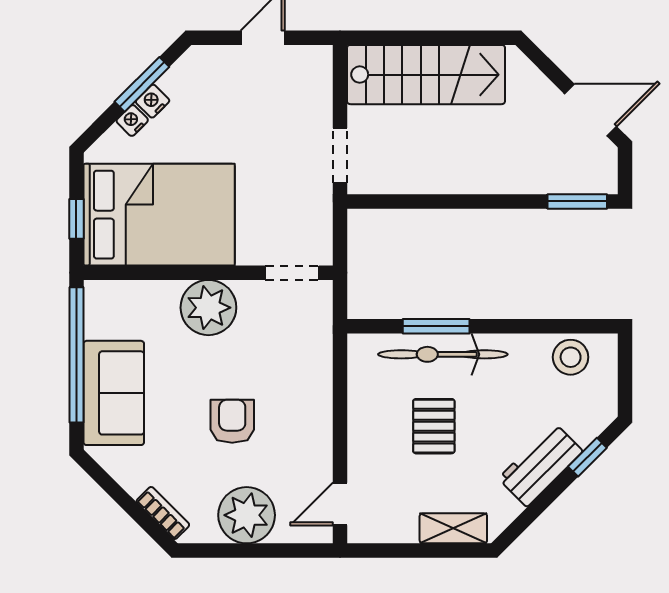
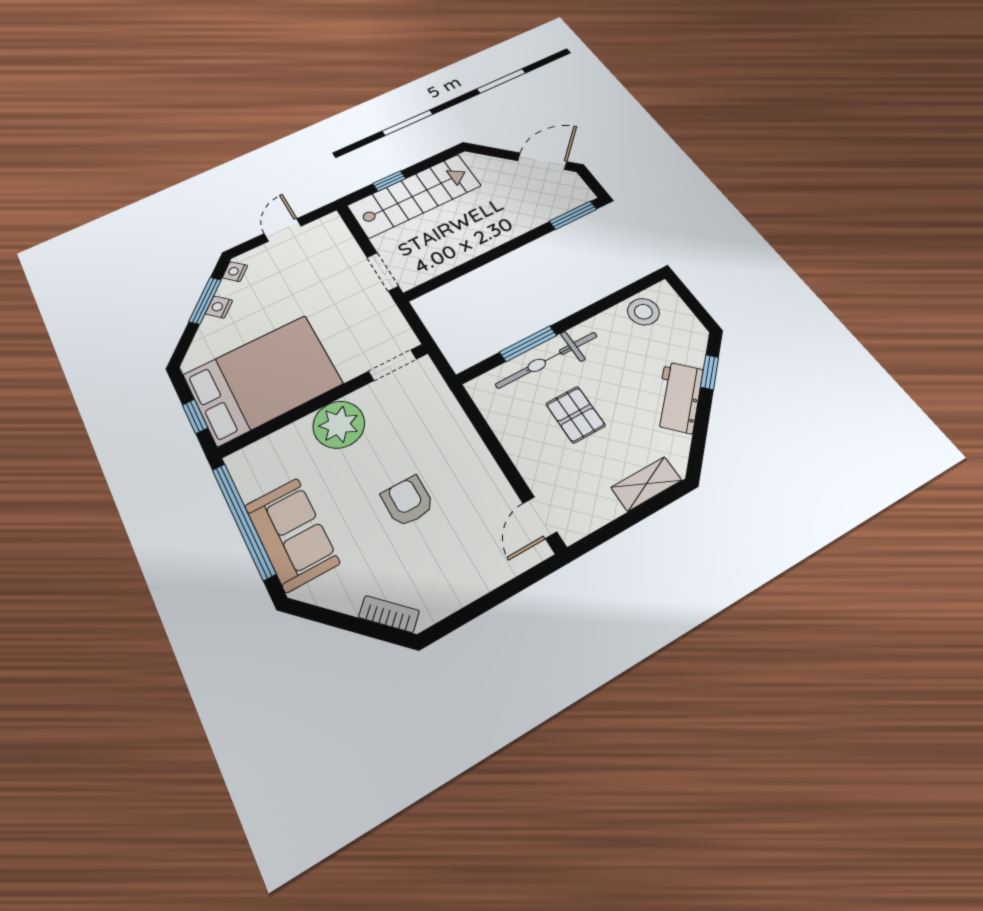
window: (410, 38) -> (389, 181), added
nightstand: (132, 120) -> (235, 272), moved
plant: (247, 515) -> (465, 573), removed

